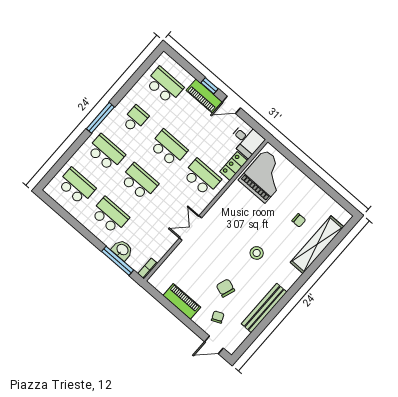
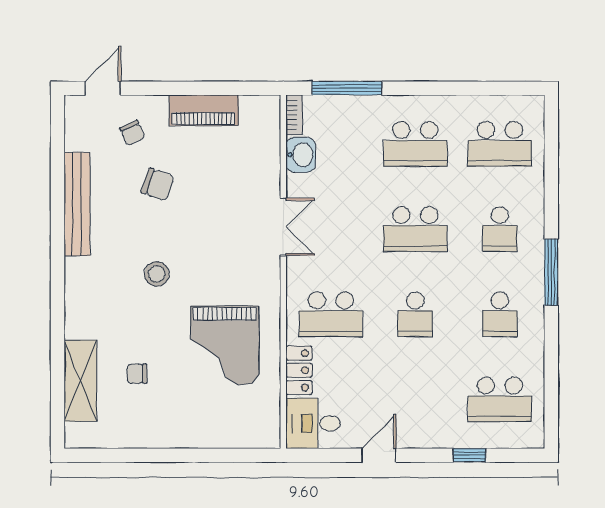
window: (209, 86) -> (469, 455), moved
piano: (204, 96) -> (429, 434), removed
school desk: (168, 148) -> (415, 314), width x0.54
school desk: (106, 153) -> (500, 229), width x0.54
grand piano: (265, 176) -> (225, 345), moved
shelving: (317, 245) -> (80, 381), width x0.68
washbasin: (122, 250) -> (301, 155), moved, turned -90

